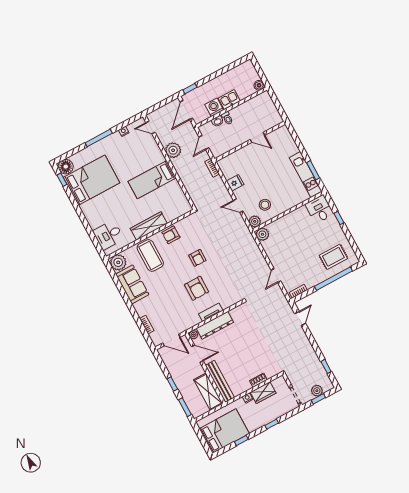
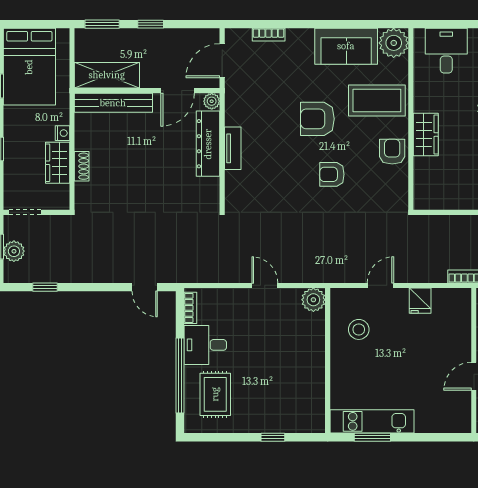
desk: (319, 209) -> (205, 345), moved, turned 180
plant: (255, 221) -> (341, 299), removed
wardrobe: (149, 226) -> (426, 135), width x0.67
door: (276, 276) -> (265, 285), moved
armchair: (197, 288) -> (317, 119), moved

